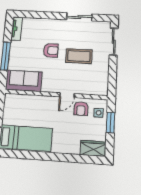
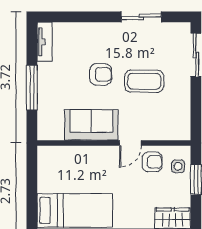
sofa: (24, 81) -> (91, 125), moved
armchair: (81, 109) -> (152, 162), turned -90

